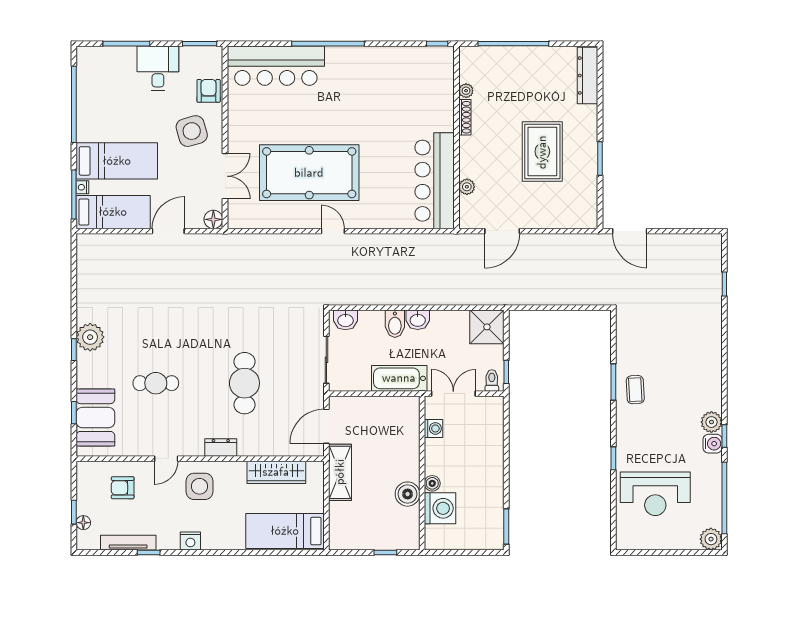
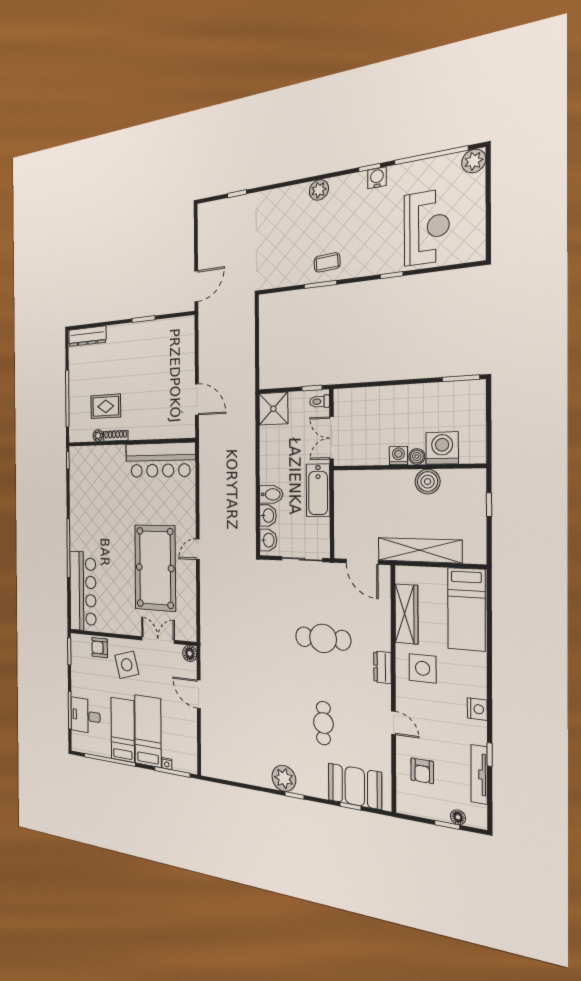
desk: (158, 68) -> (85, 716), moved
rug: (542, 152) -> (106, 406), moved, width x0.73, depth x0.70
plant: (467, 187) -> (164, 432), removed
bed: (113, 212) -> (123, 730), moved
washbasin: (418, 320) -> (268, 516), moved
plant: (711, 422) -> (319, 190), moved
washing machine: (434, 428) -> (398, 456), moved
shelving: (340, 472) -> (419, 550), width x1.47
side table: (200, 486) -> (423, 668), moved

